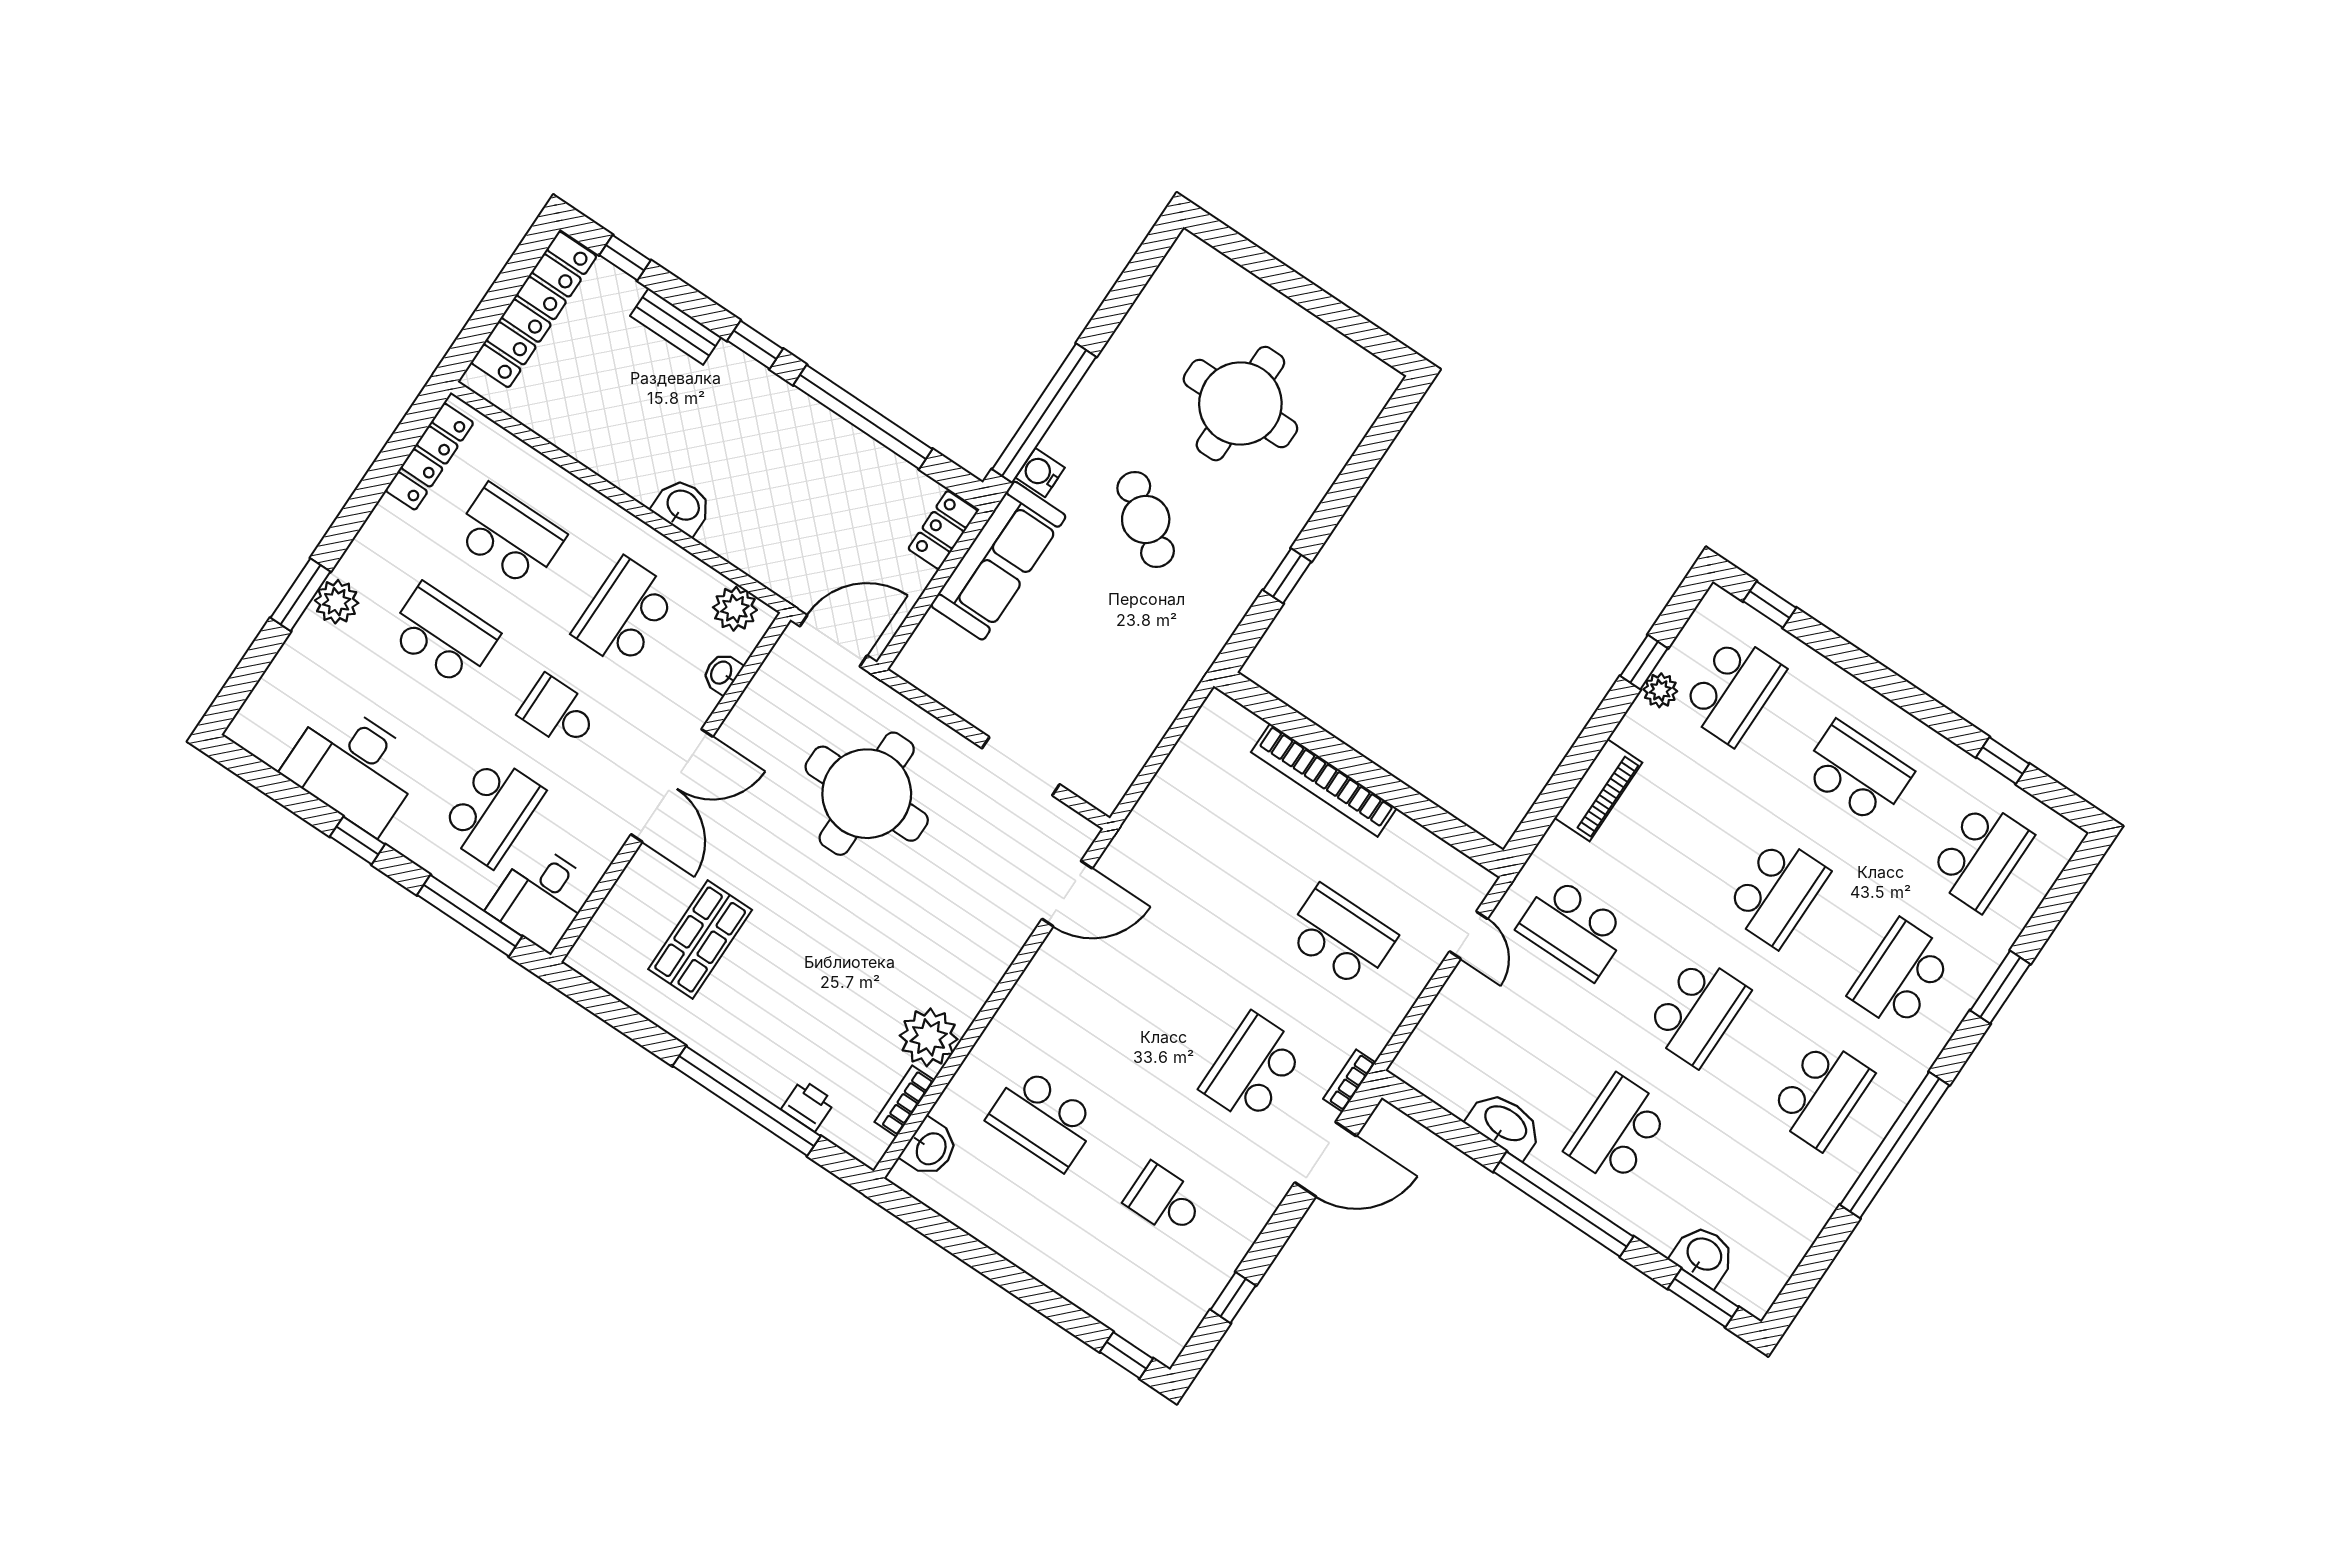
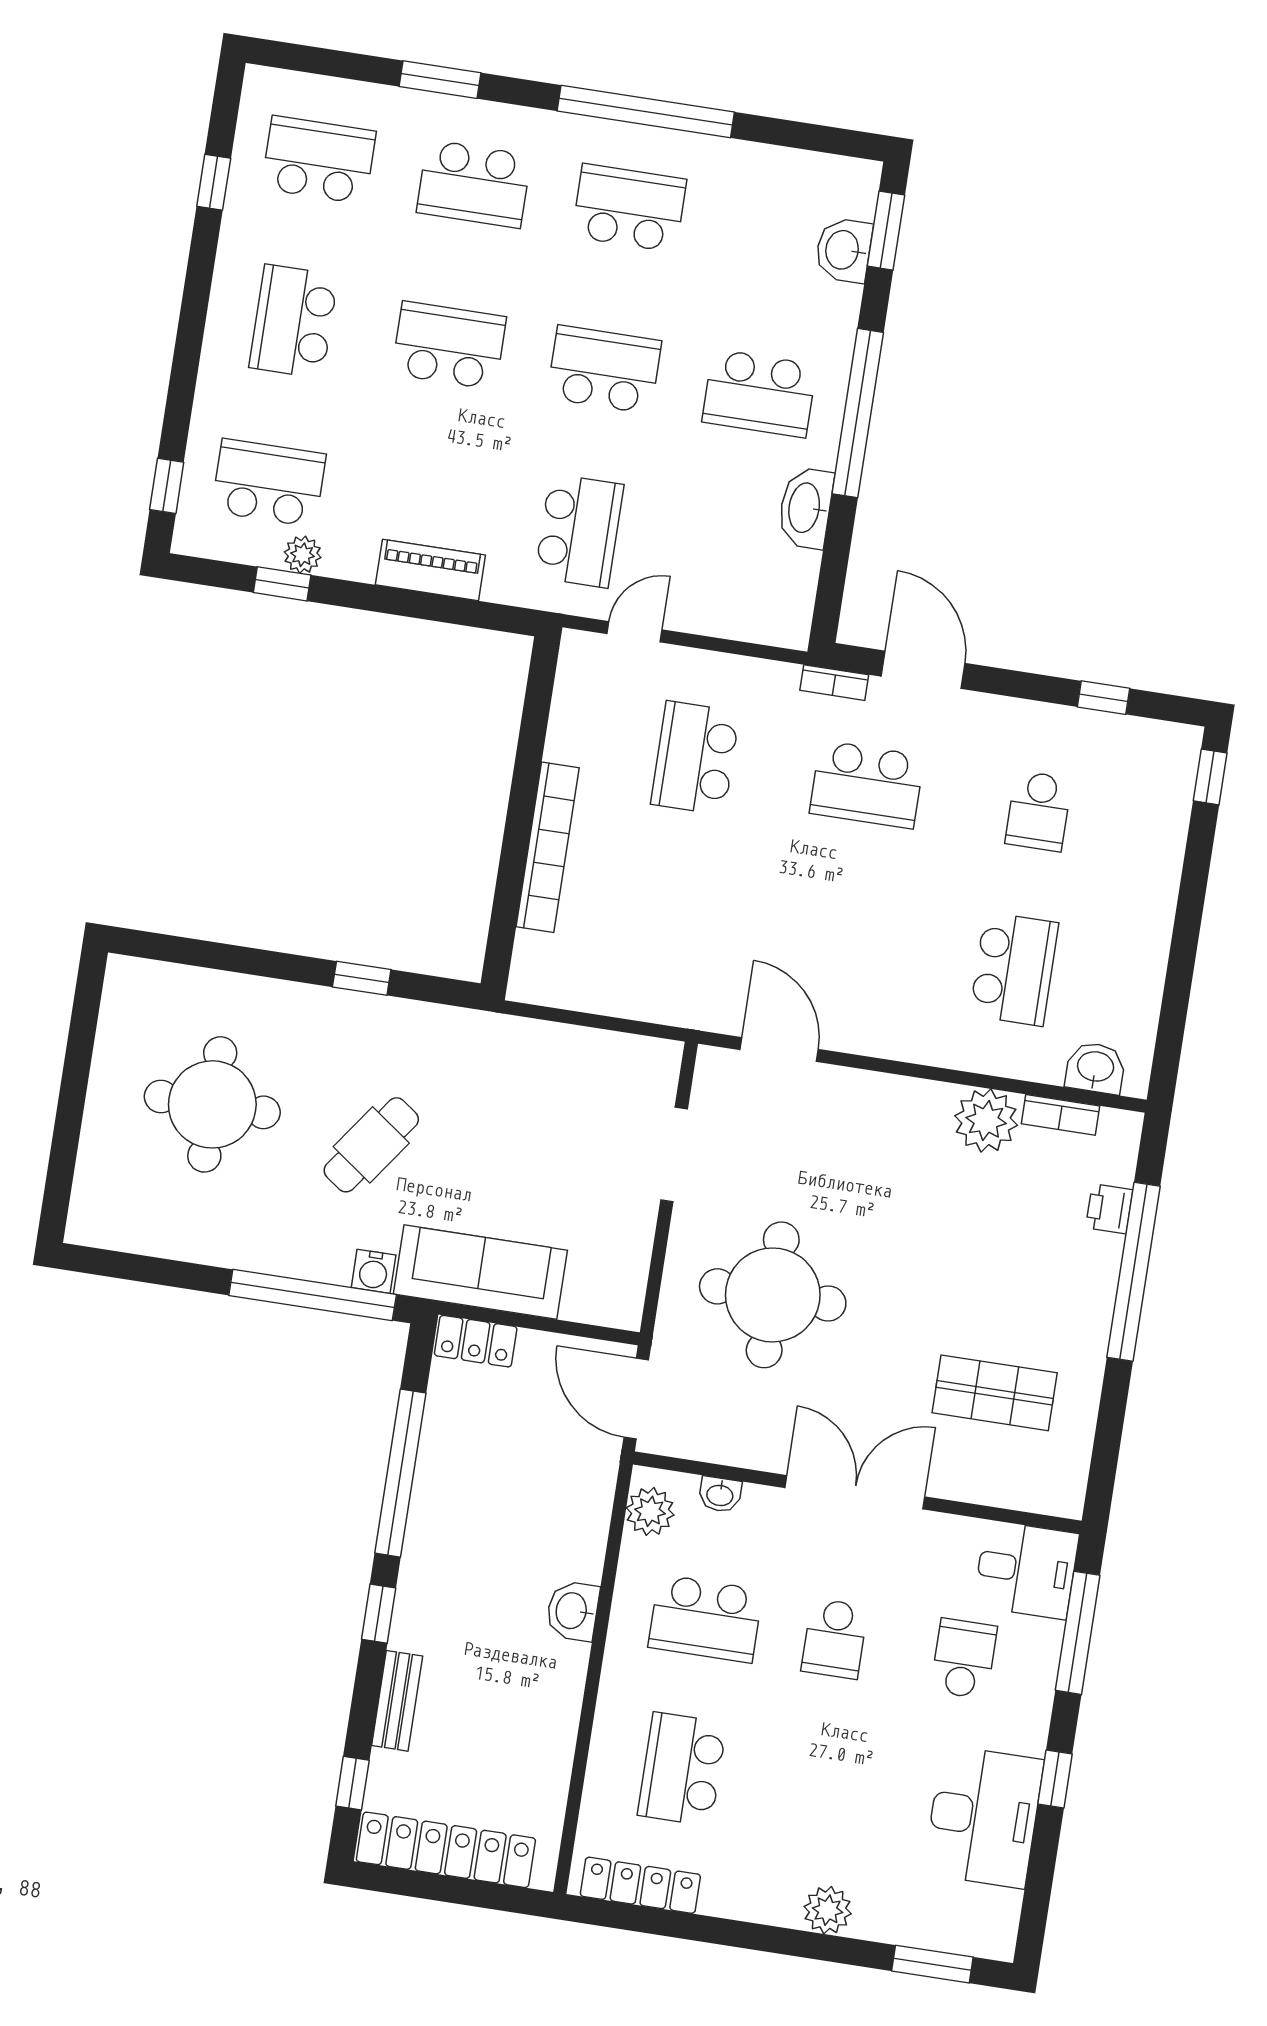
window: (301, 595) -> (932, 1964), moved
school desk: (443, 635) -> (811, 1789), removed
school desk: (492, 811) -> (964, 1659), width x0.54

